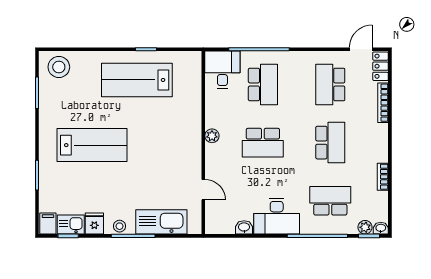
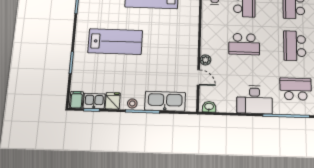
plant: (212, 136) -> (206, 60), moved
school desk: (330, 143) -> (295, 46), turned 180
washbasin: (244, 227) -> (209, 107), moved

